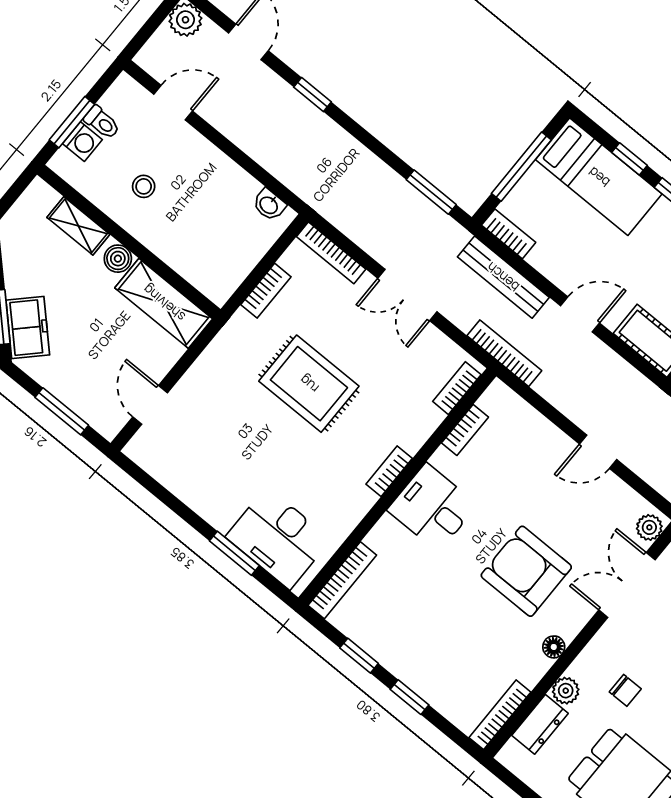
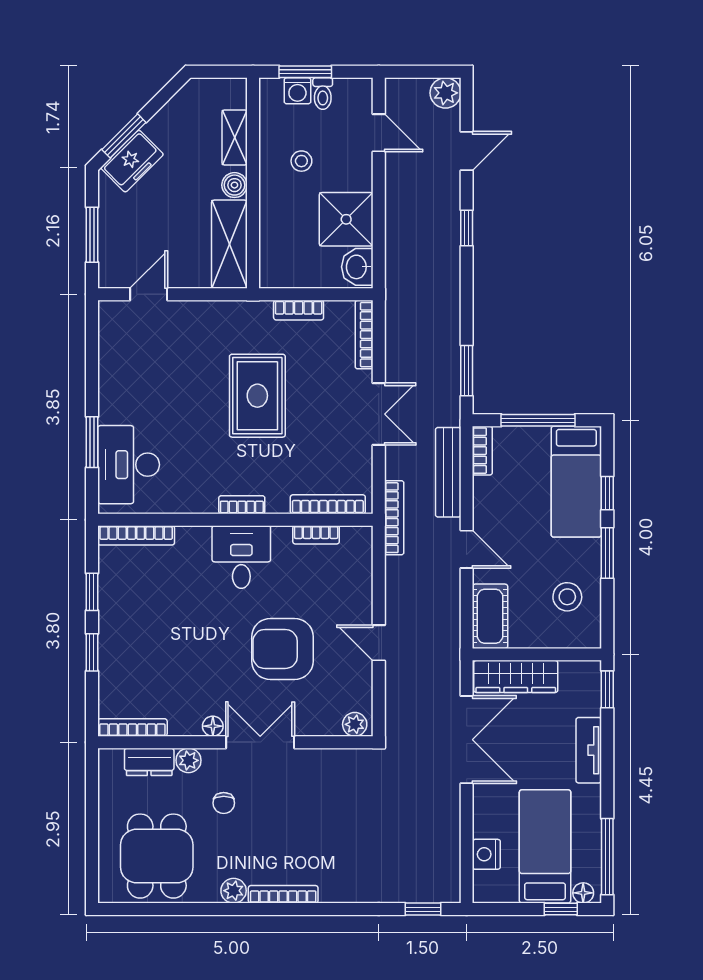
shower: (223, 189) -> (346, 219), added
washbasin: (269, 205) -> (357, 267), width x1.38, depth x1.45
double door: (407, 295) -> (379, 414), swing flipped
bookcase: (457, 388) -> (328, 504), width x1.56
armchair: (526, 571) -> (282, 649), moved, turned -90
double door: (627, 585) -> (260, 742), moved

